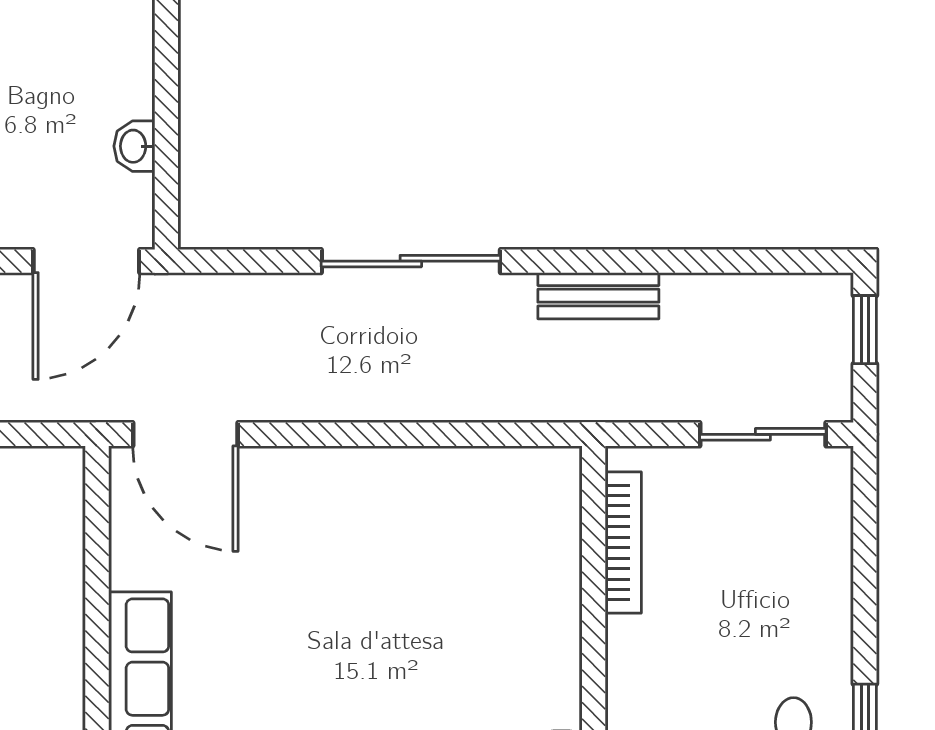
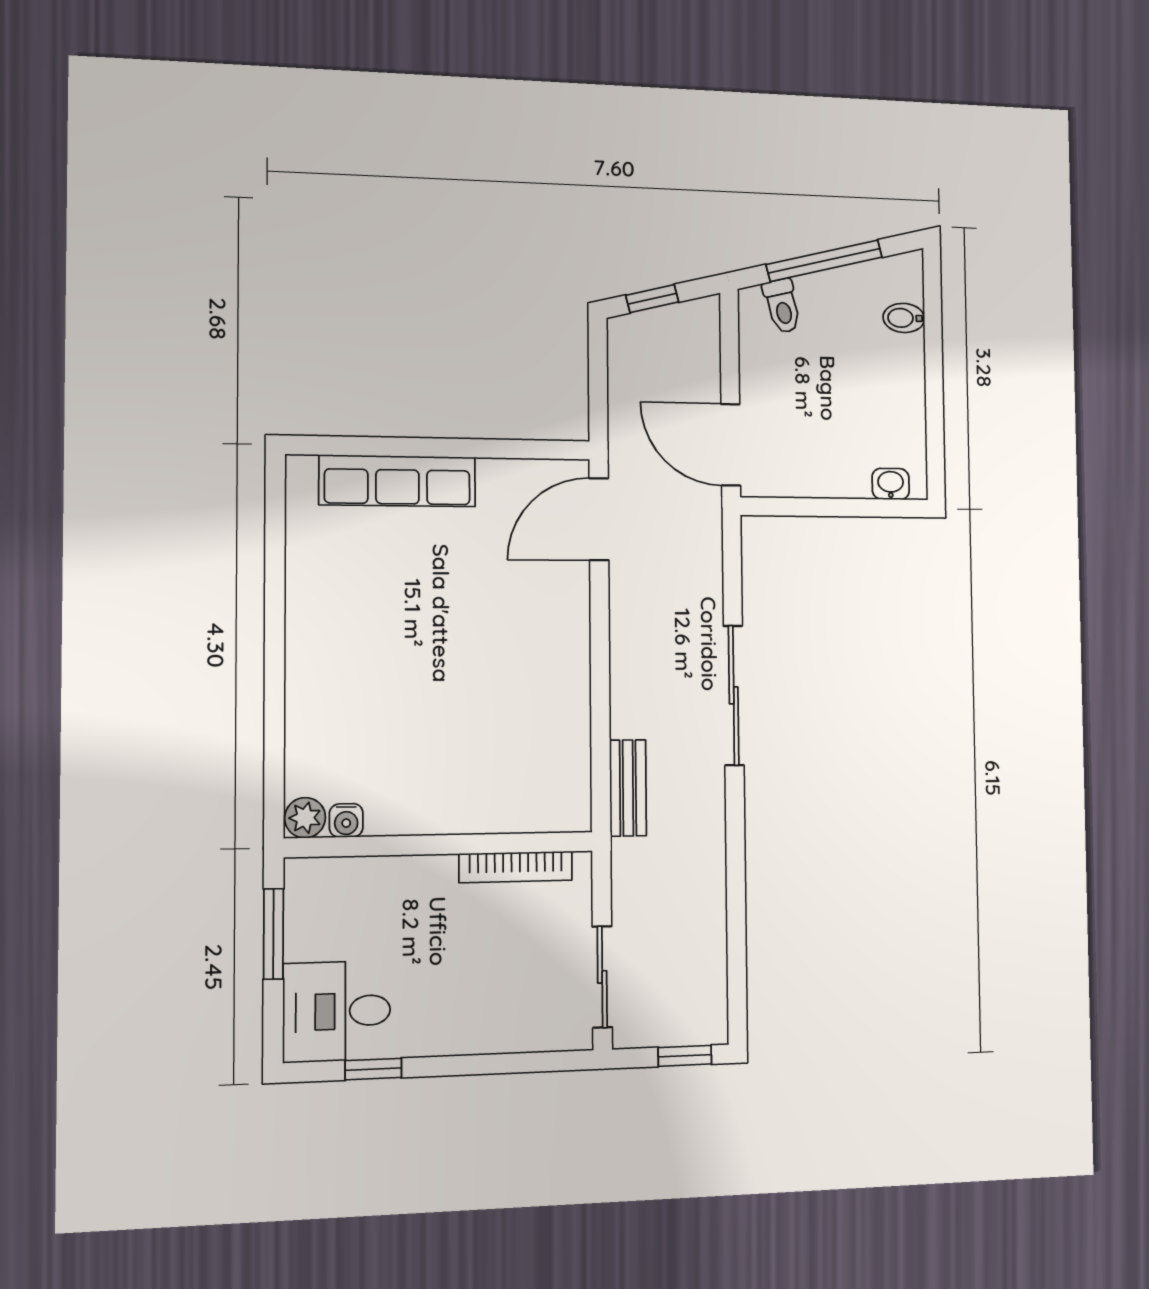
washbasin: (134, 146) -> (891, 484), moved
bench: (598, 296) -> (628, 788), moved

